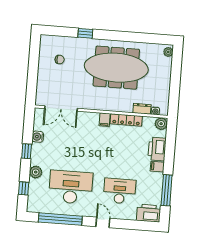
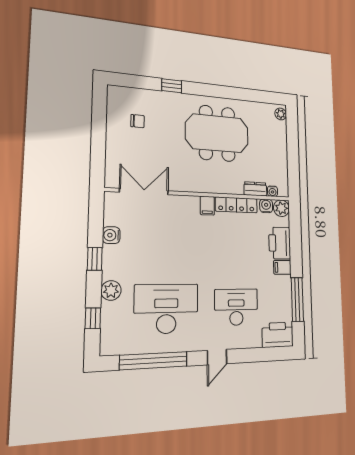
meeting table: (116, 68) -> (217, 133), width x0.73
double door: (61, 108) -> (144, 191), swing flipped
water cooler: (149, 122) -> (266, 206), added
door: (103, 222) -> (217, 357), swing flipped

